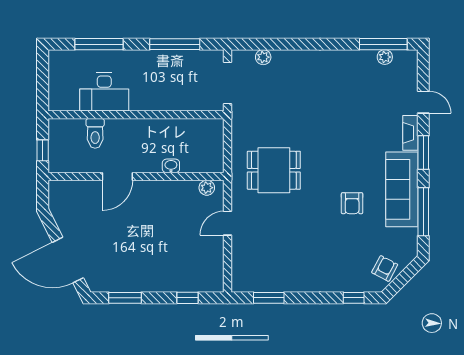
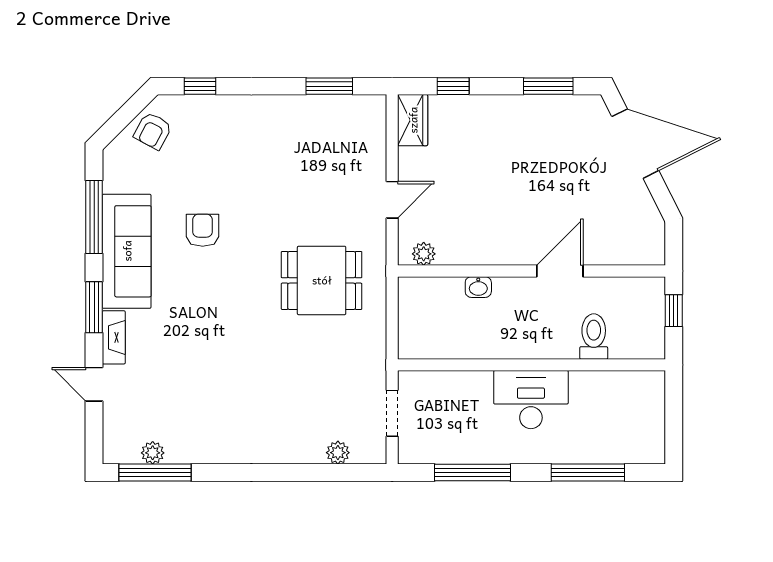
doorway: (227, 83) -> (392, 413), width x0.73
desk: (104, 92) -> (531, 400), moved
wardrobe: (214, 276) -> (413, 120), added

